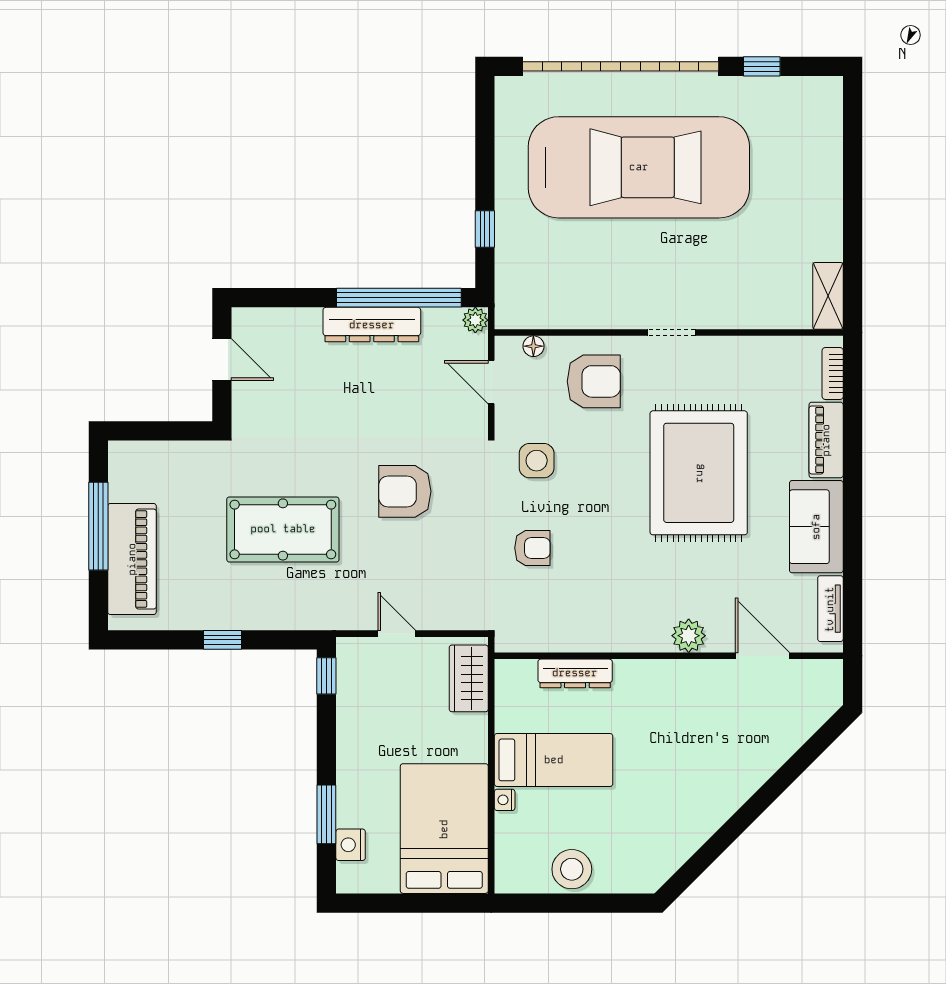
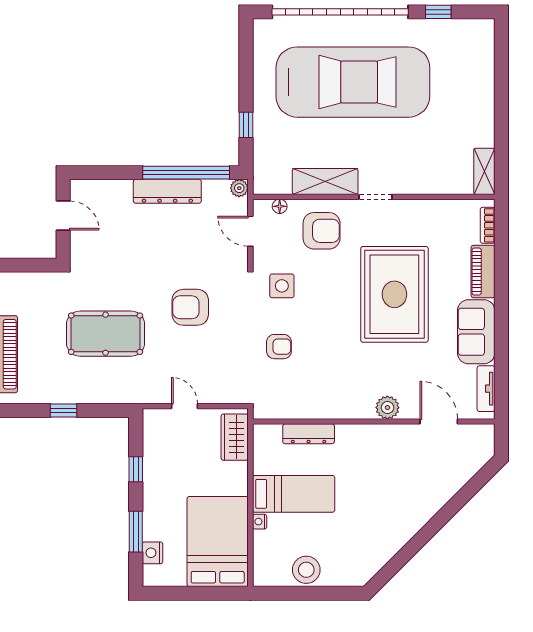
shelving: (599, 311) -> (325, 182), added
window: (326, 676) -> (136, 469), moved

